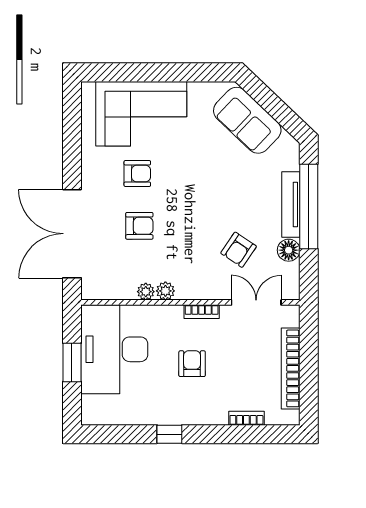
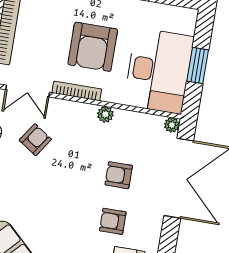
plant: (146, 292) -> (172, 125), moved
bookcase: (202, 312) -> (77, 91), width x1.56
armchair: (192, 364) -> (93, 47), width x1.88, depth x1.88

